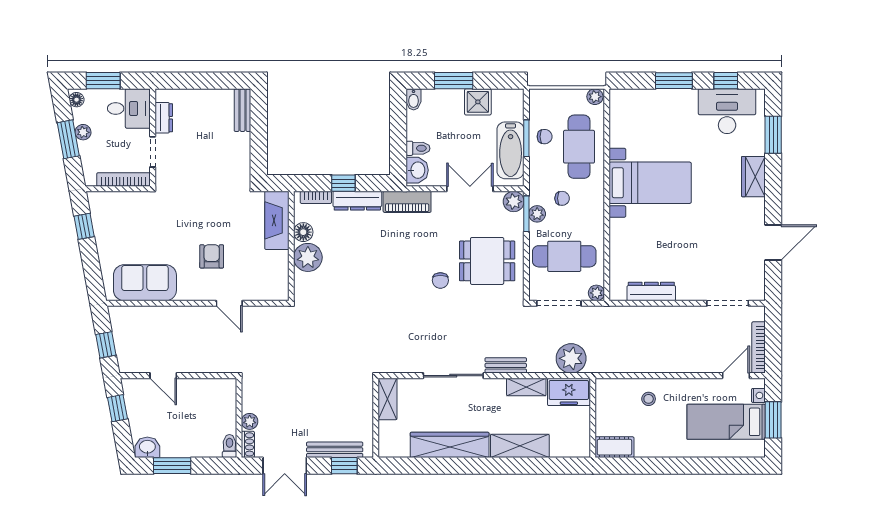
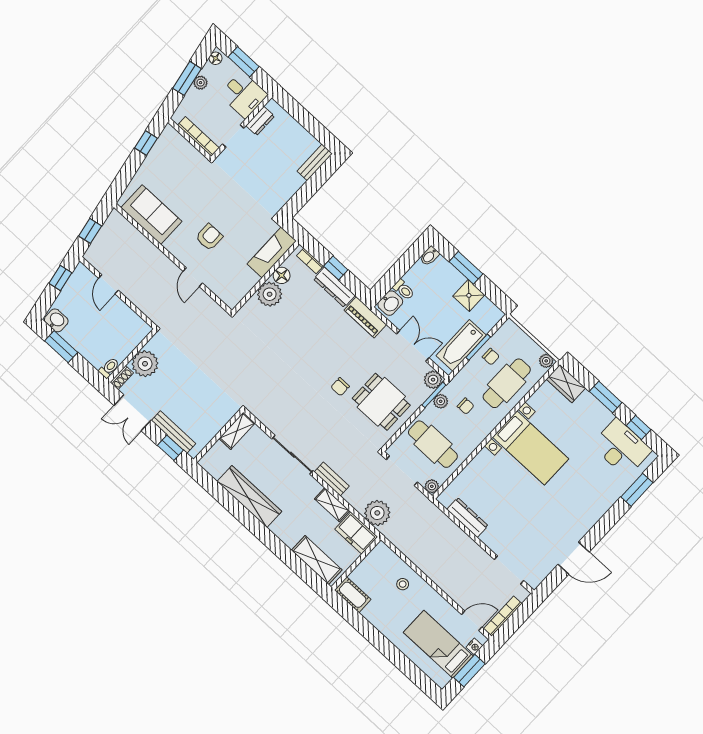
wardrobe: (753, 177) -> (566, 384), moved, turned -90
plant: (250, 421) -> (145, 364), width x1.88, depth x1.88
shelving: (520, 446) -> (317, 560), moved

